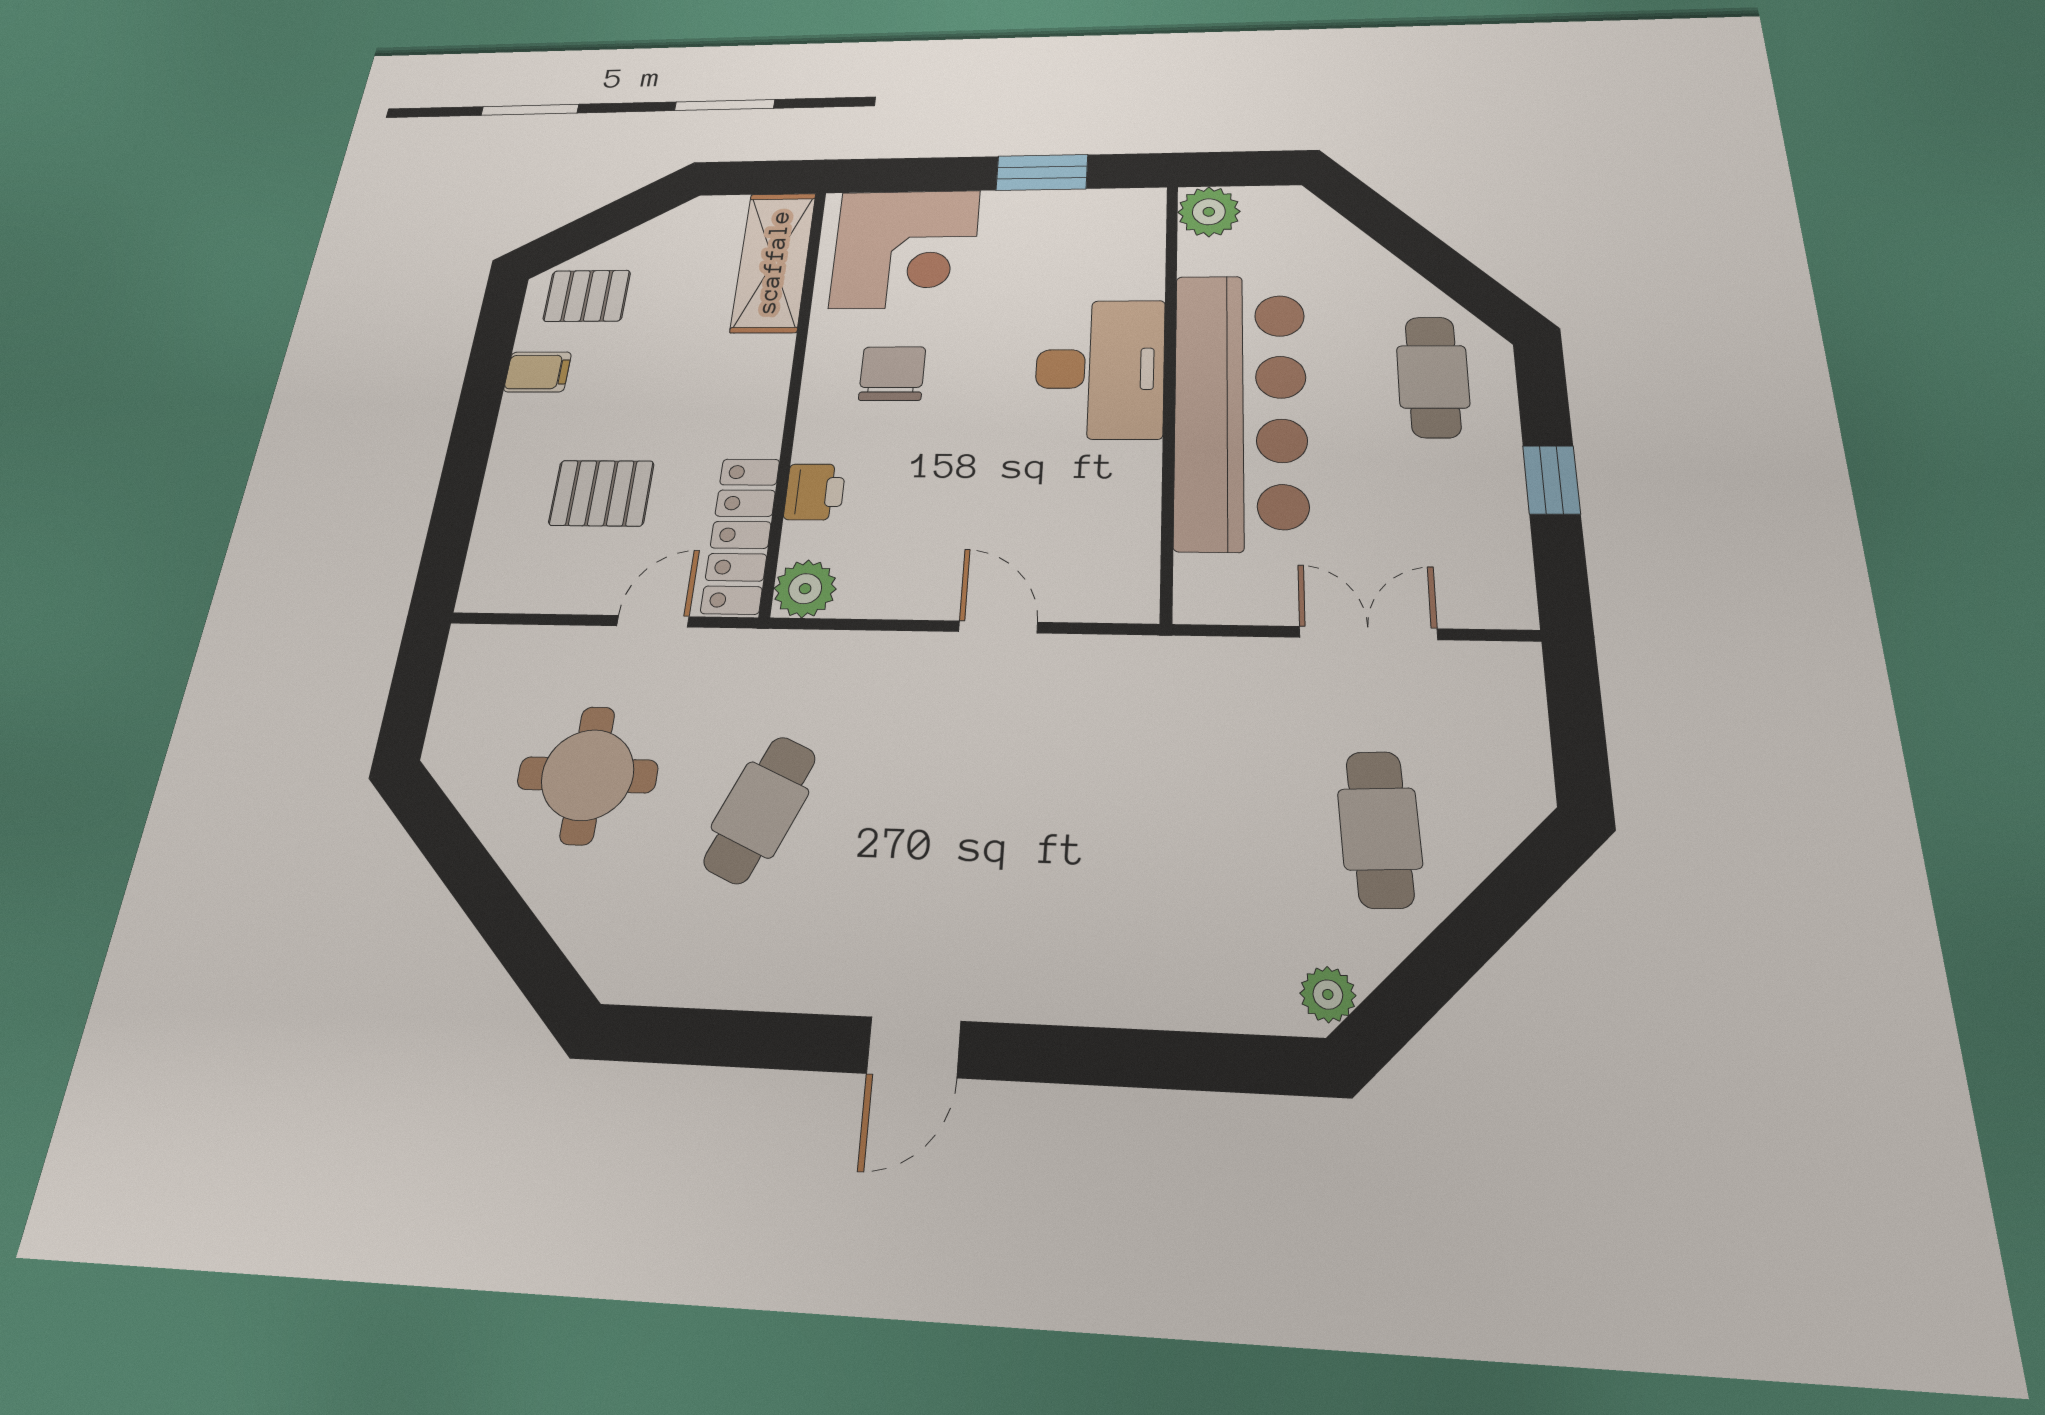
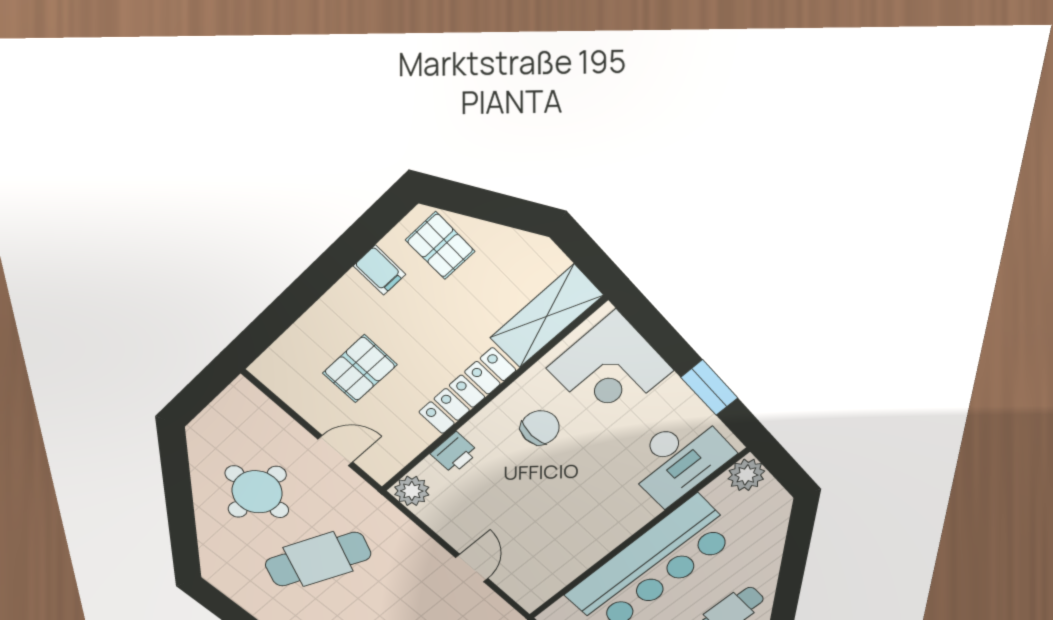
desk: (1100, 369) -> (679, 459), moved
pallet: (601, 493) -> (360, 369), turned 90
locker: (741, 535) -> (467, 391), moved
cafe table: (760, 809) -> (318, 559), width x1.37, depth x1.35

